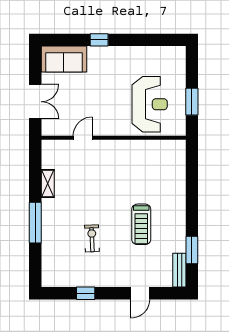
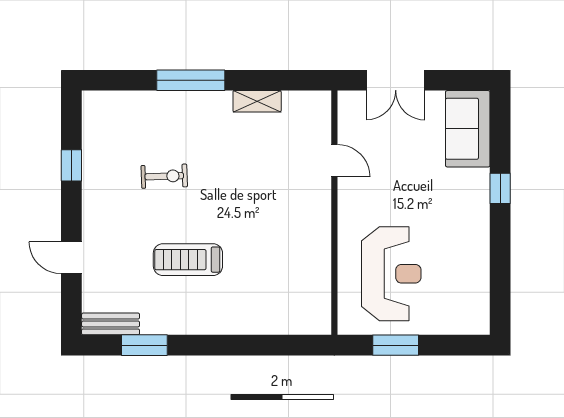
reception desk: (150, 104) -> (391, 274), turned -90

